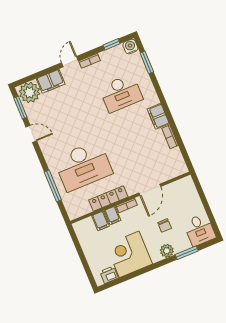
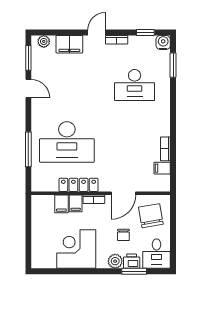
plant: (30, 93) -> (44, 41), width x0.53, depth x0.53
filing cabinet: (158, 116) -> (162, 168), moved, width x0.50
chair: (181, 199) -> (151, 216), added
printer: (109, 275) -> (132, 261), moved

